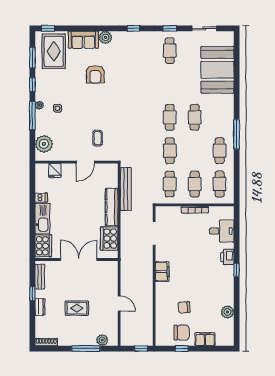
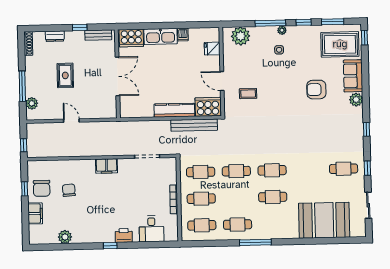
cooker: (109, 239) -> (208, 107), moved
door: (119, 303) -> (71, 121), swing flipped
dresser: (40, 307) -> (55, 36), moved

